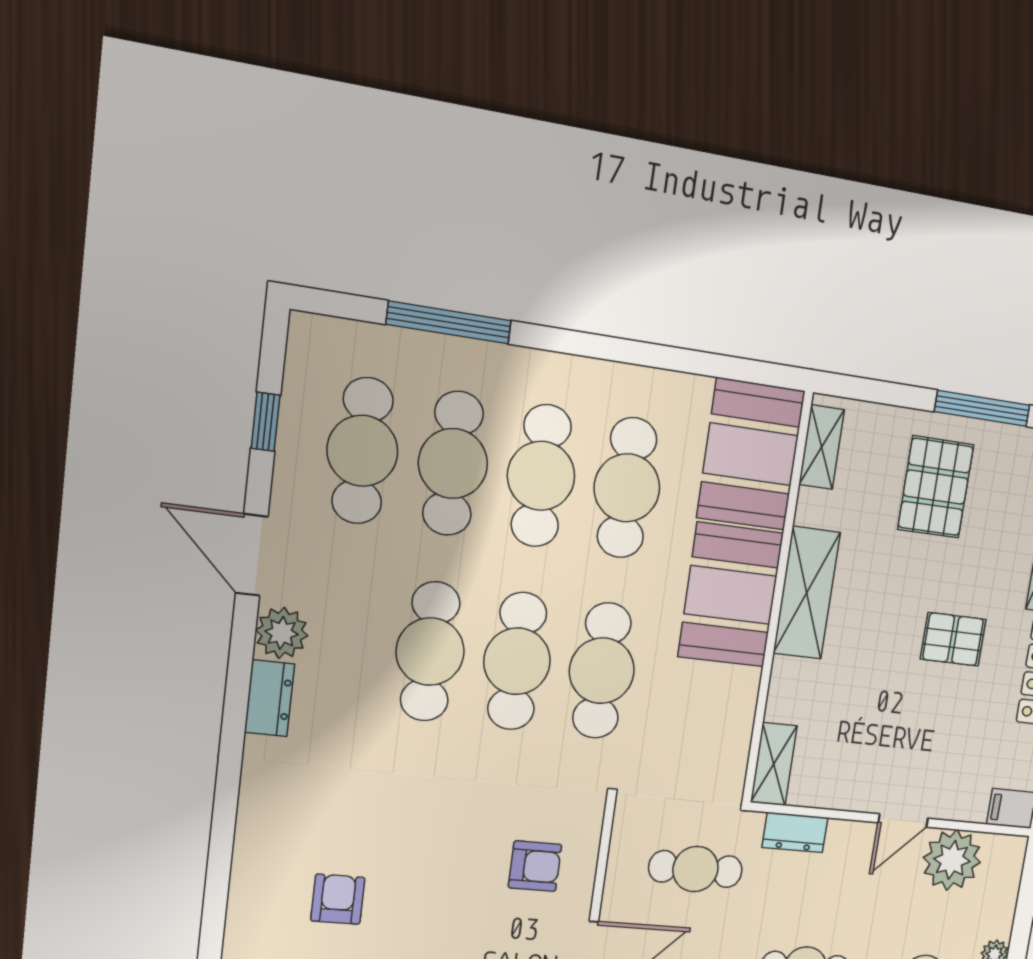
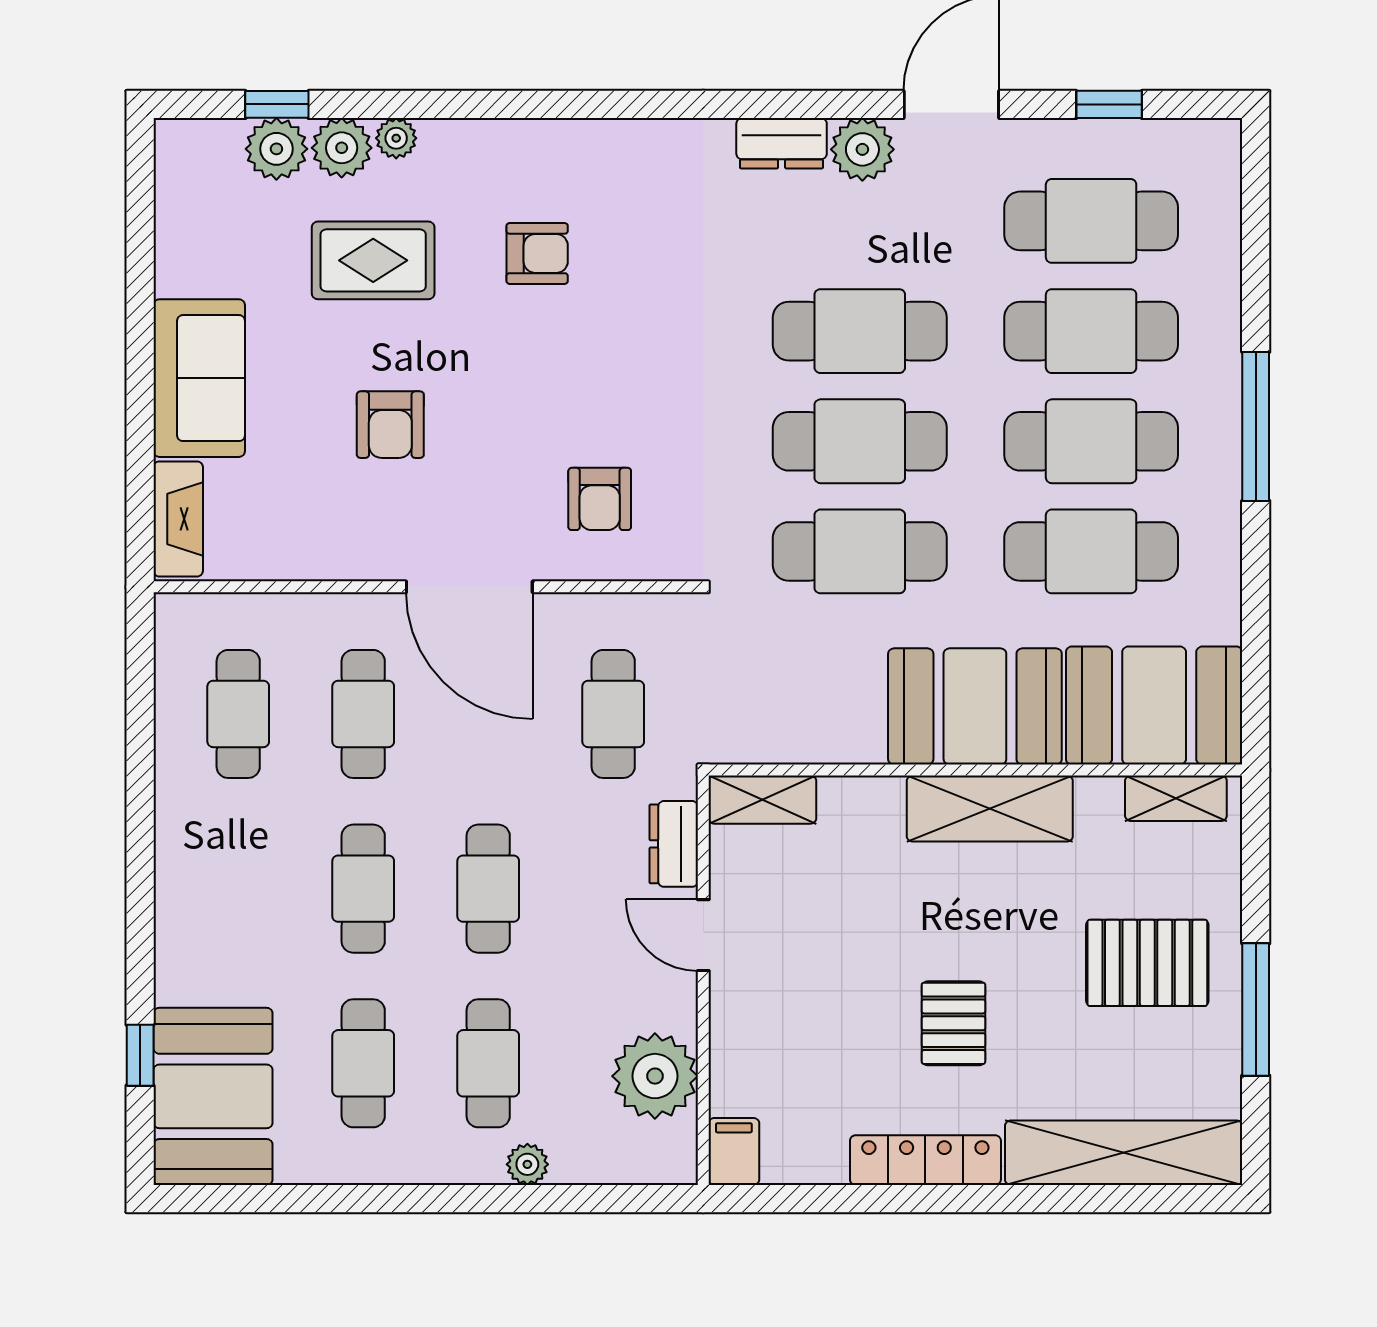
window: (449, 322) -> (1256, 426), moved
door: (903, 820) -> (703, 935), moved

